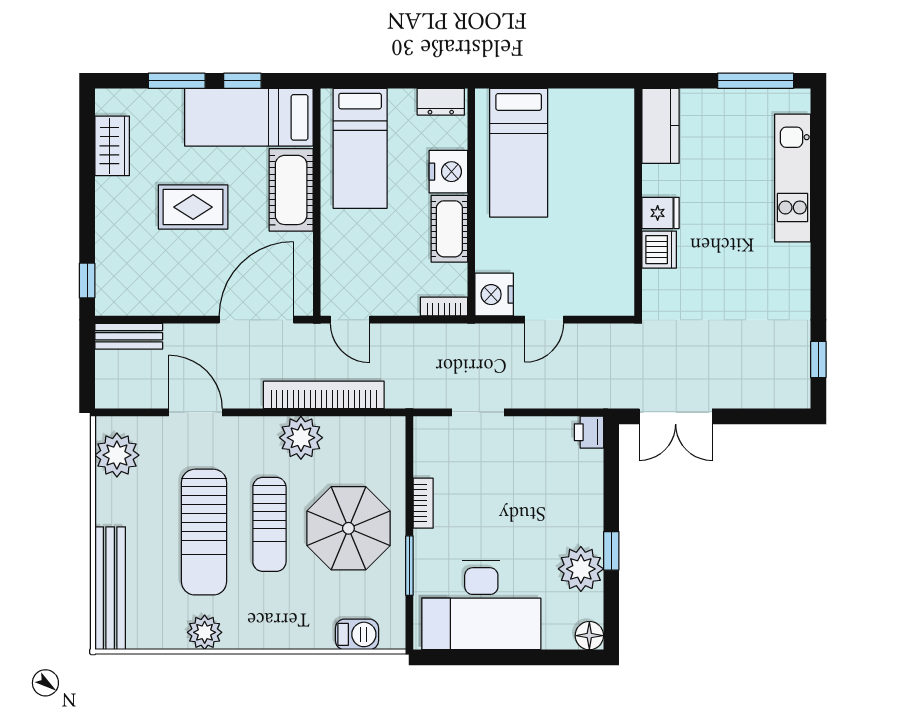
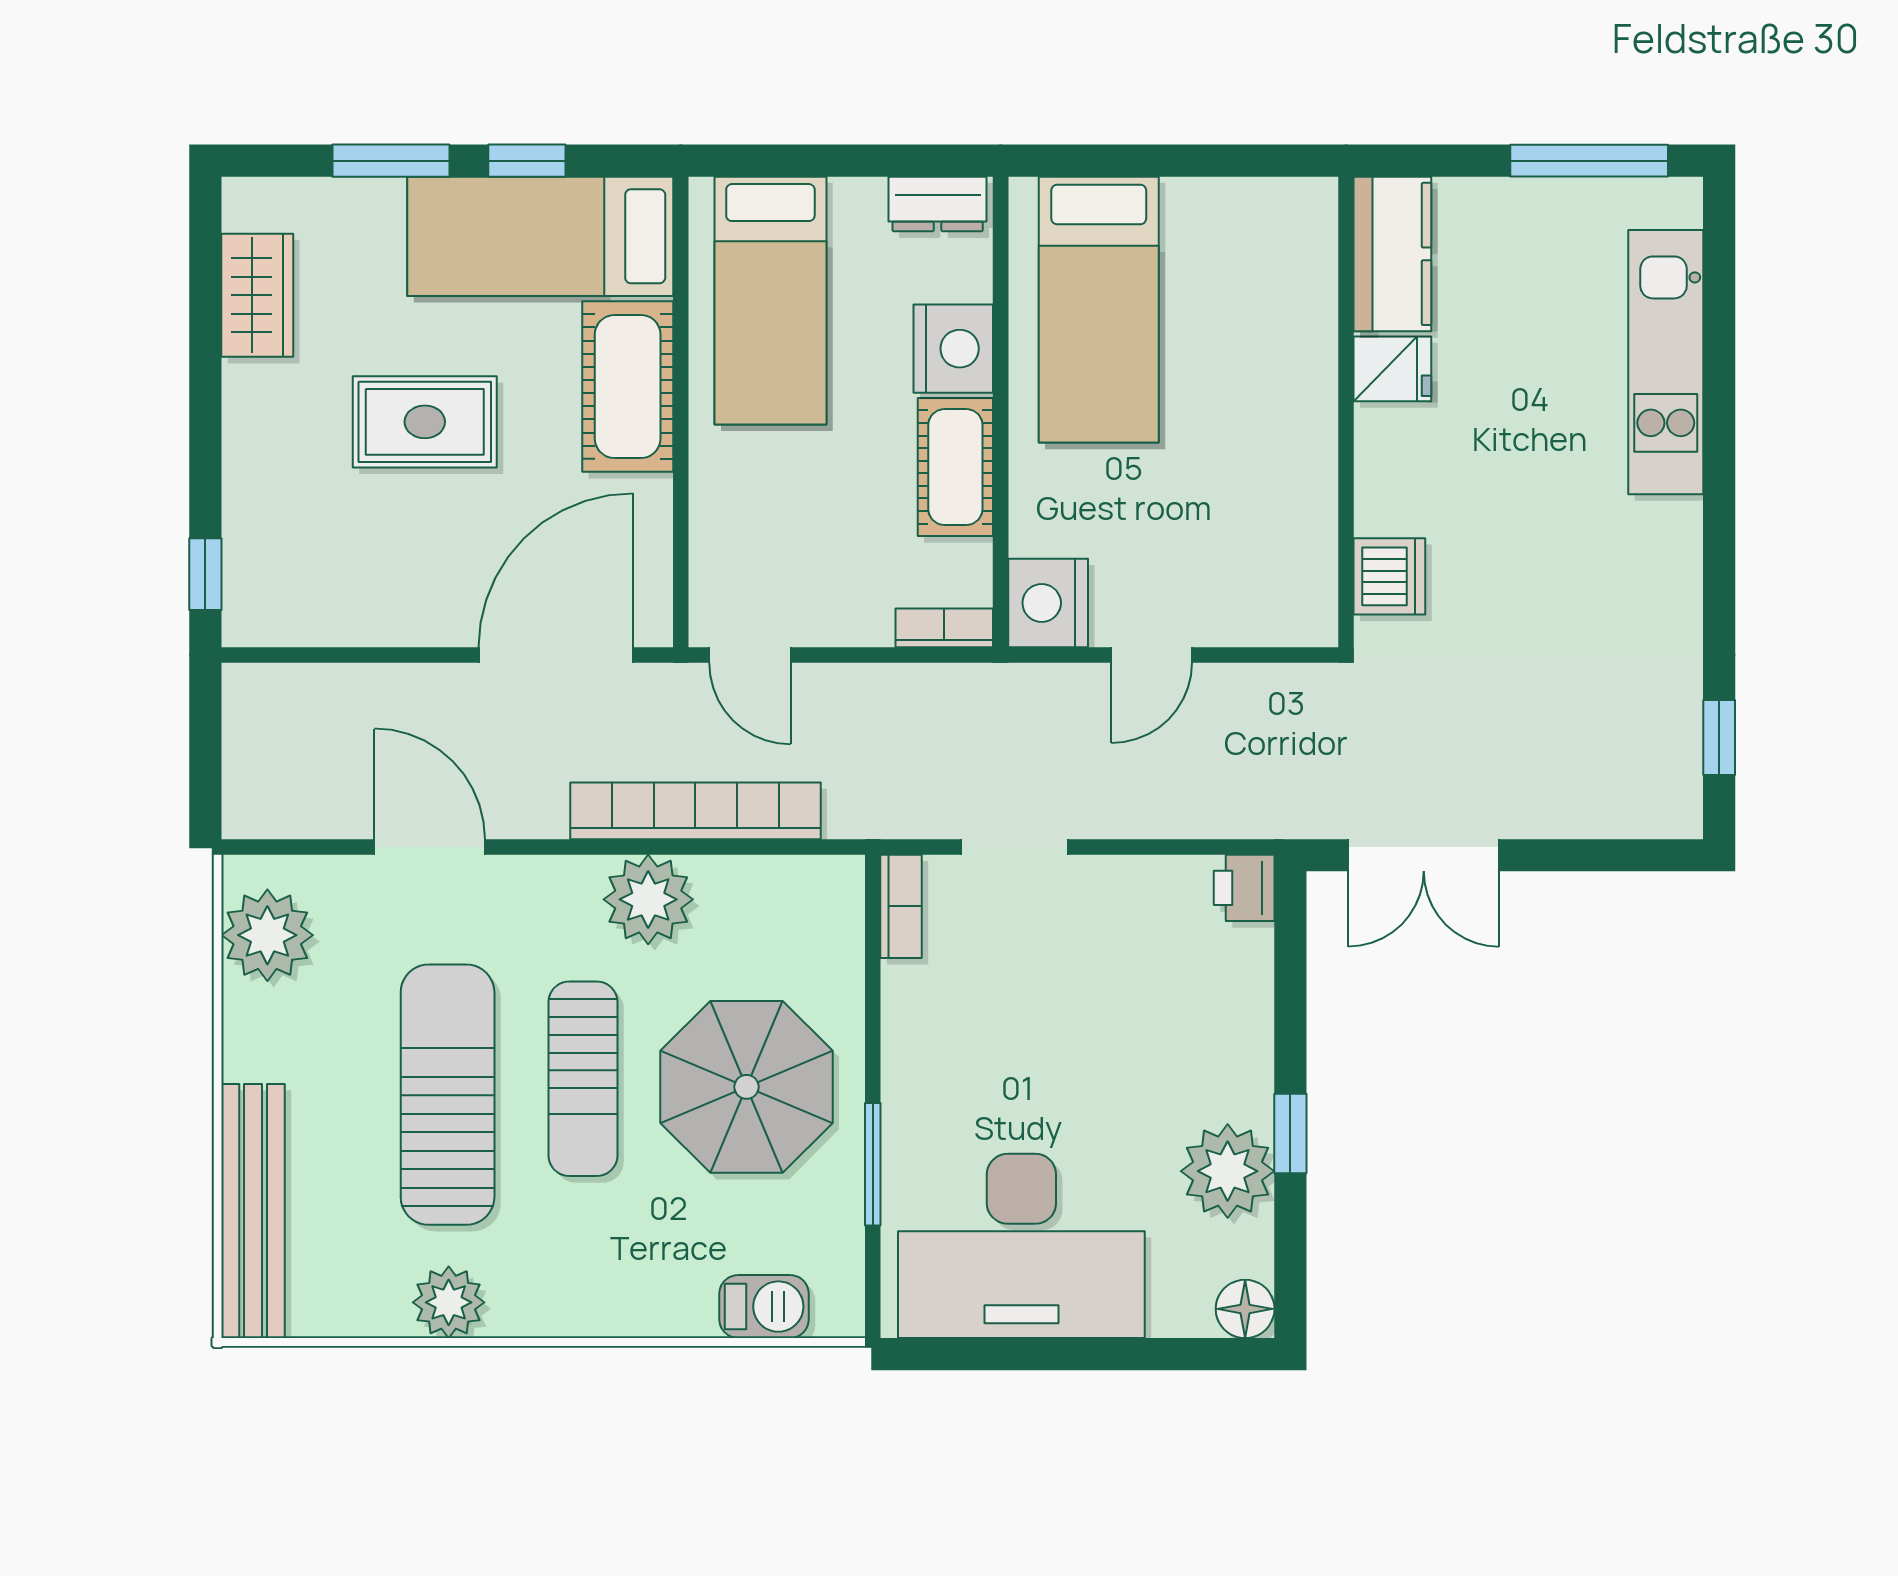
fridge: (661, 213) -> (1392, 369), moved
dishwasher: (659, 250) -> (1389, 576), moved
bench: (129, 336) -> (292, 689), removed
bookcase: (423, 503) -> (901, 906), moved
sun lounger: (204, 532) -> (448, 1095), turned 180

